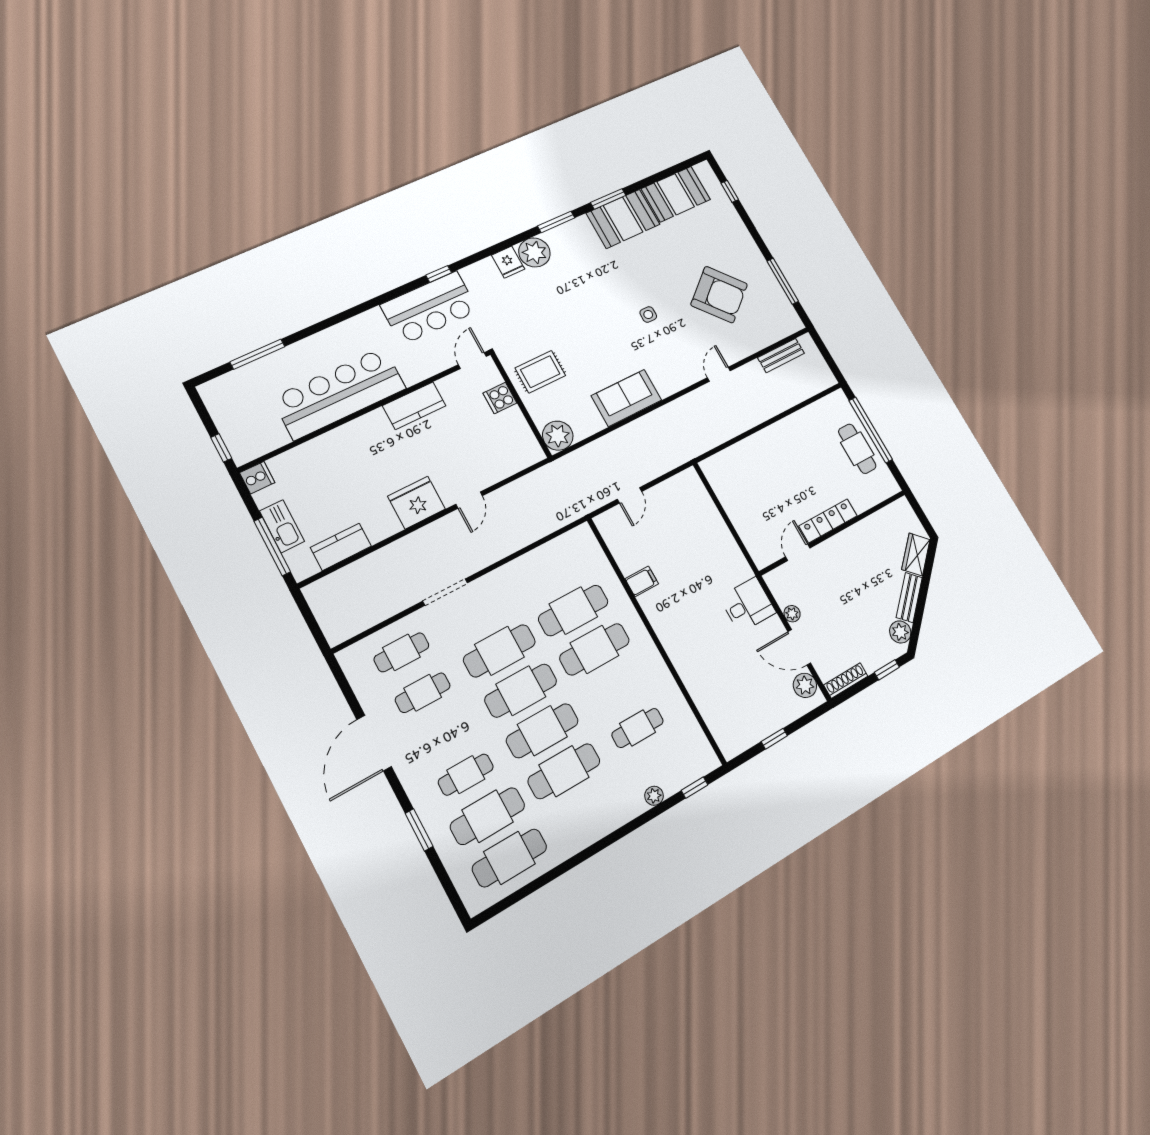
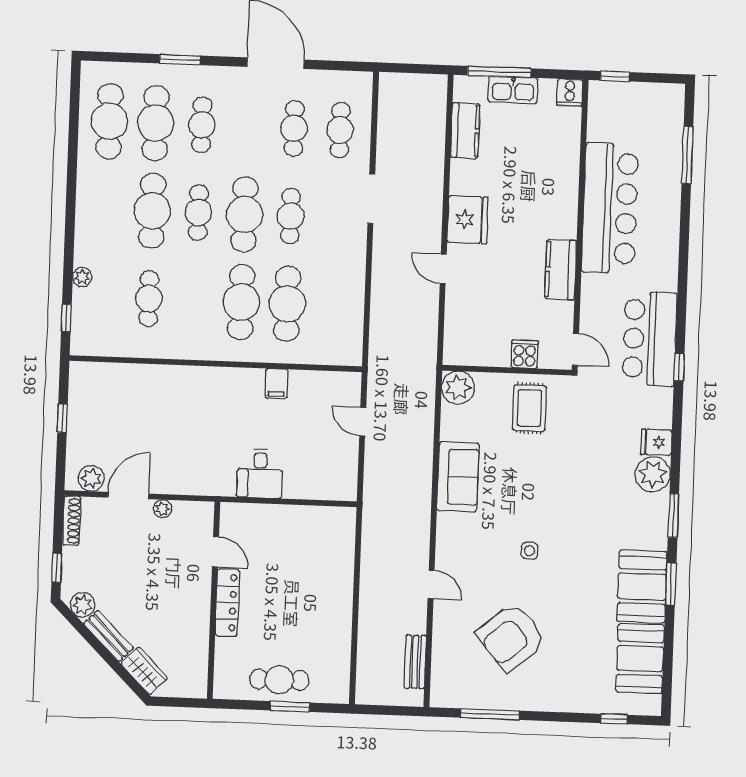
window: (871, 430) -> (290, 706), width x0.47
desk: (748, 605) -> (260, 473), moved
cafe table: (499, 651) -> (291, 216), width x0.73, depth x0.74
cafe table: (542, 731) -> (198, 213), width x0.73, depth x0.74

